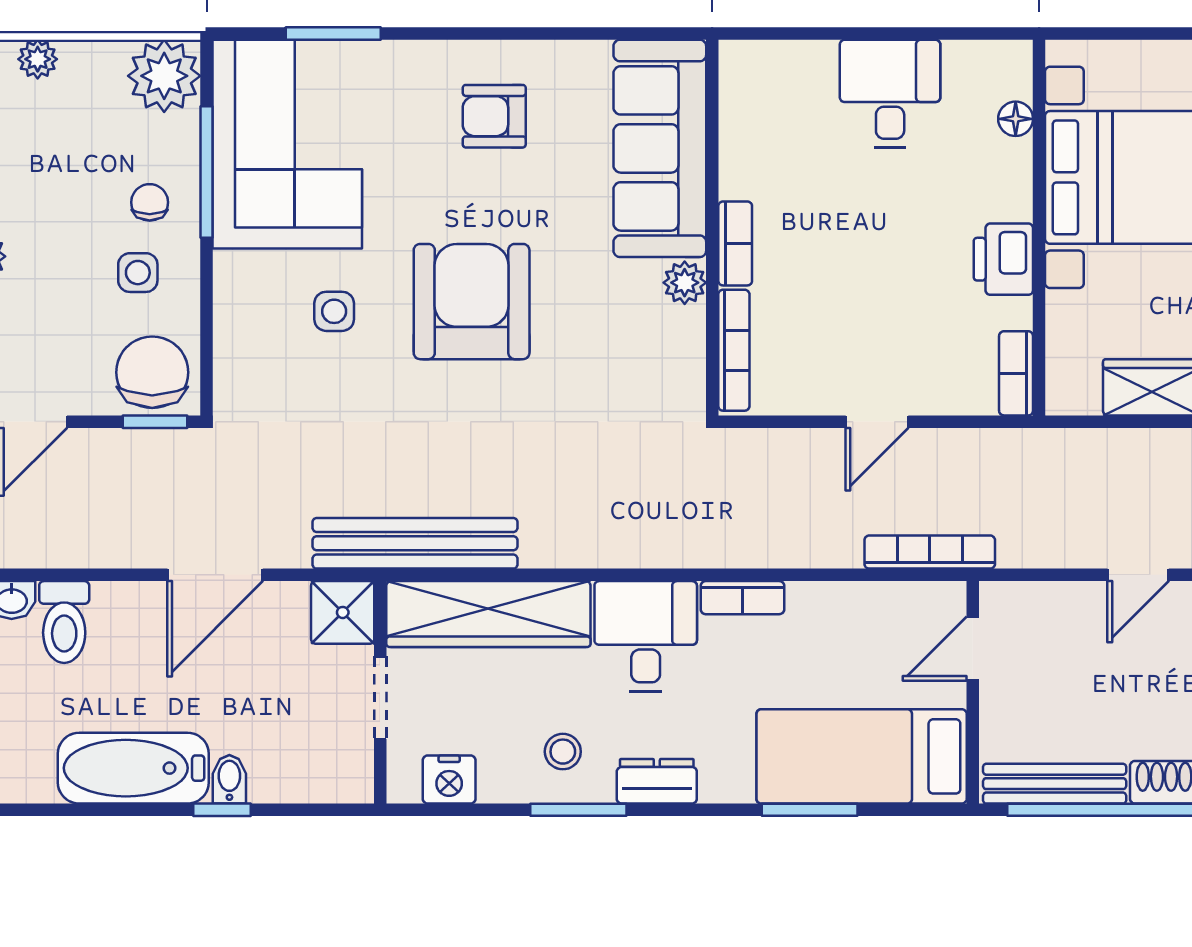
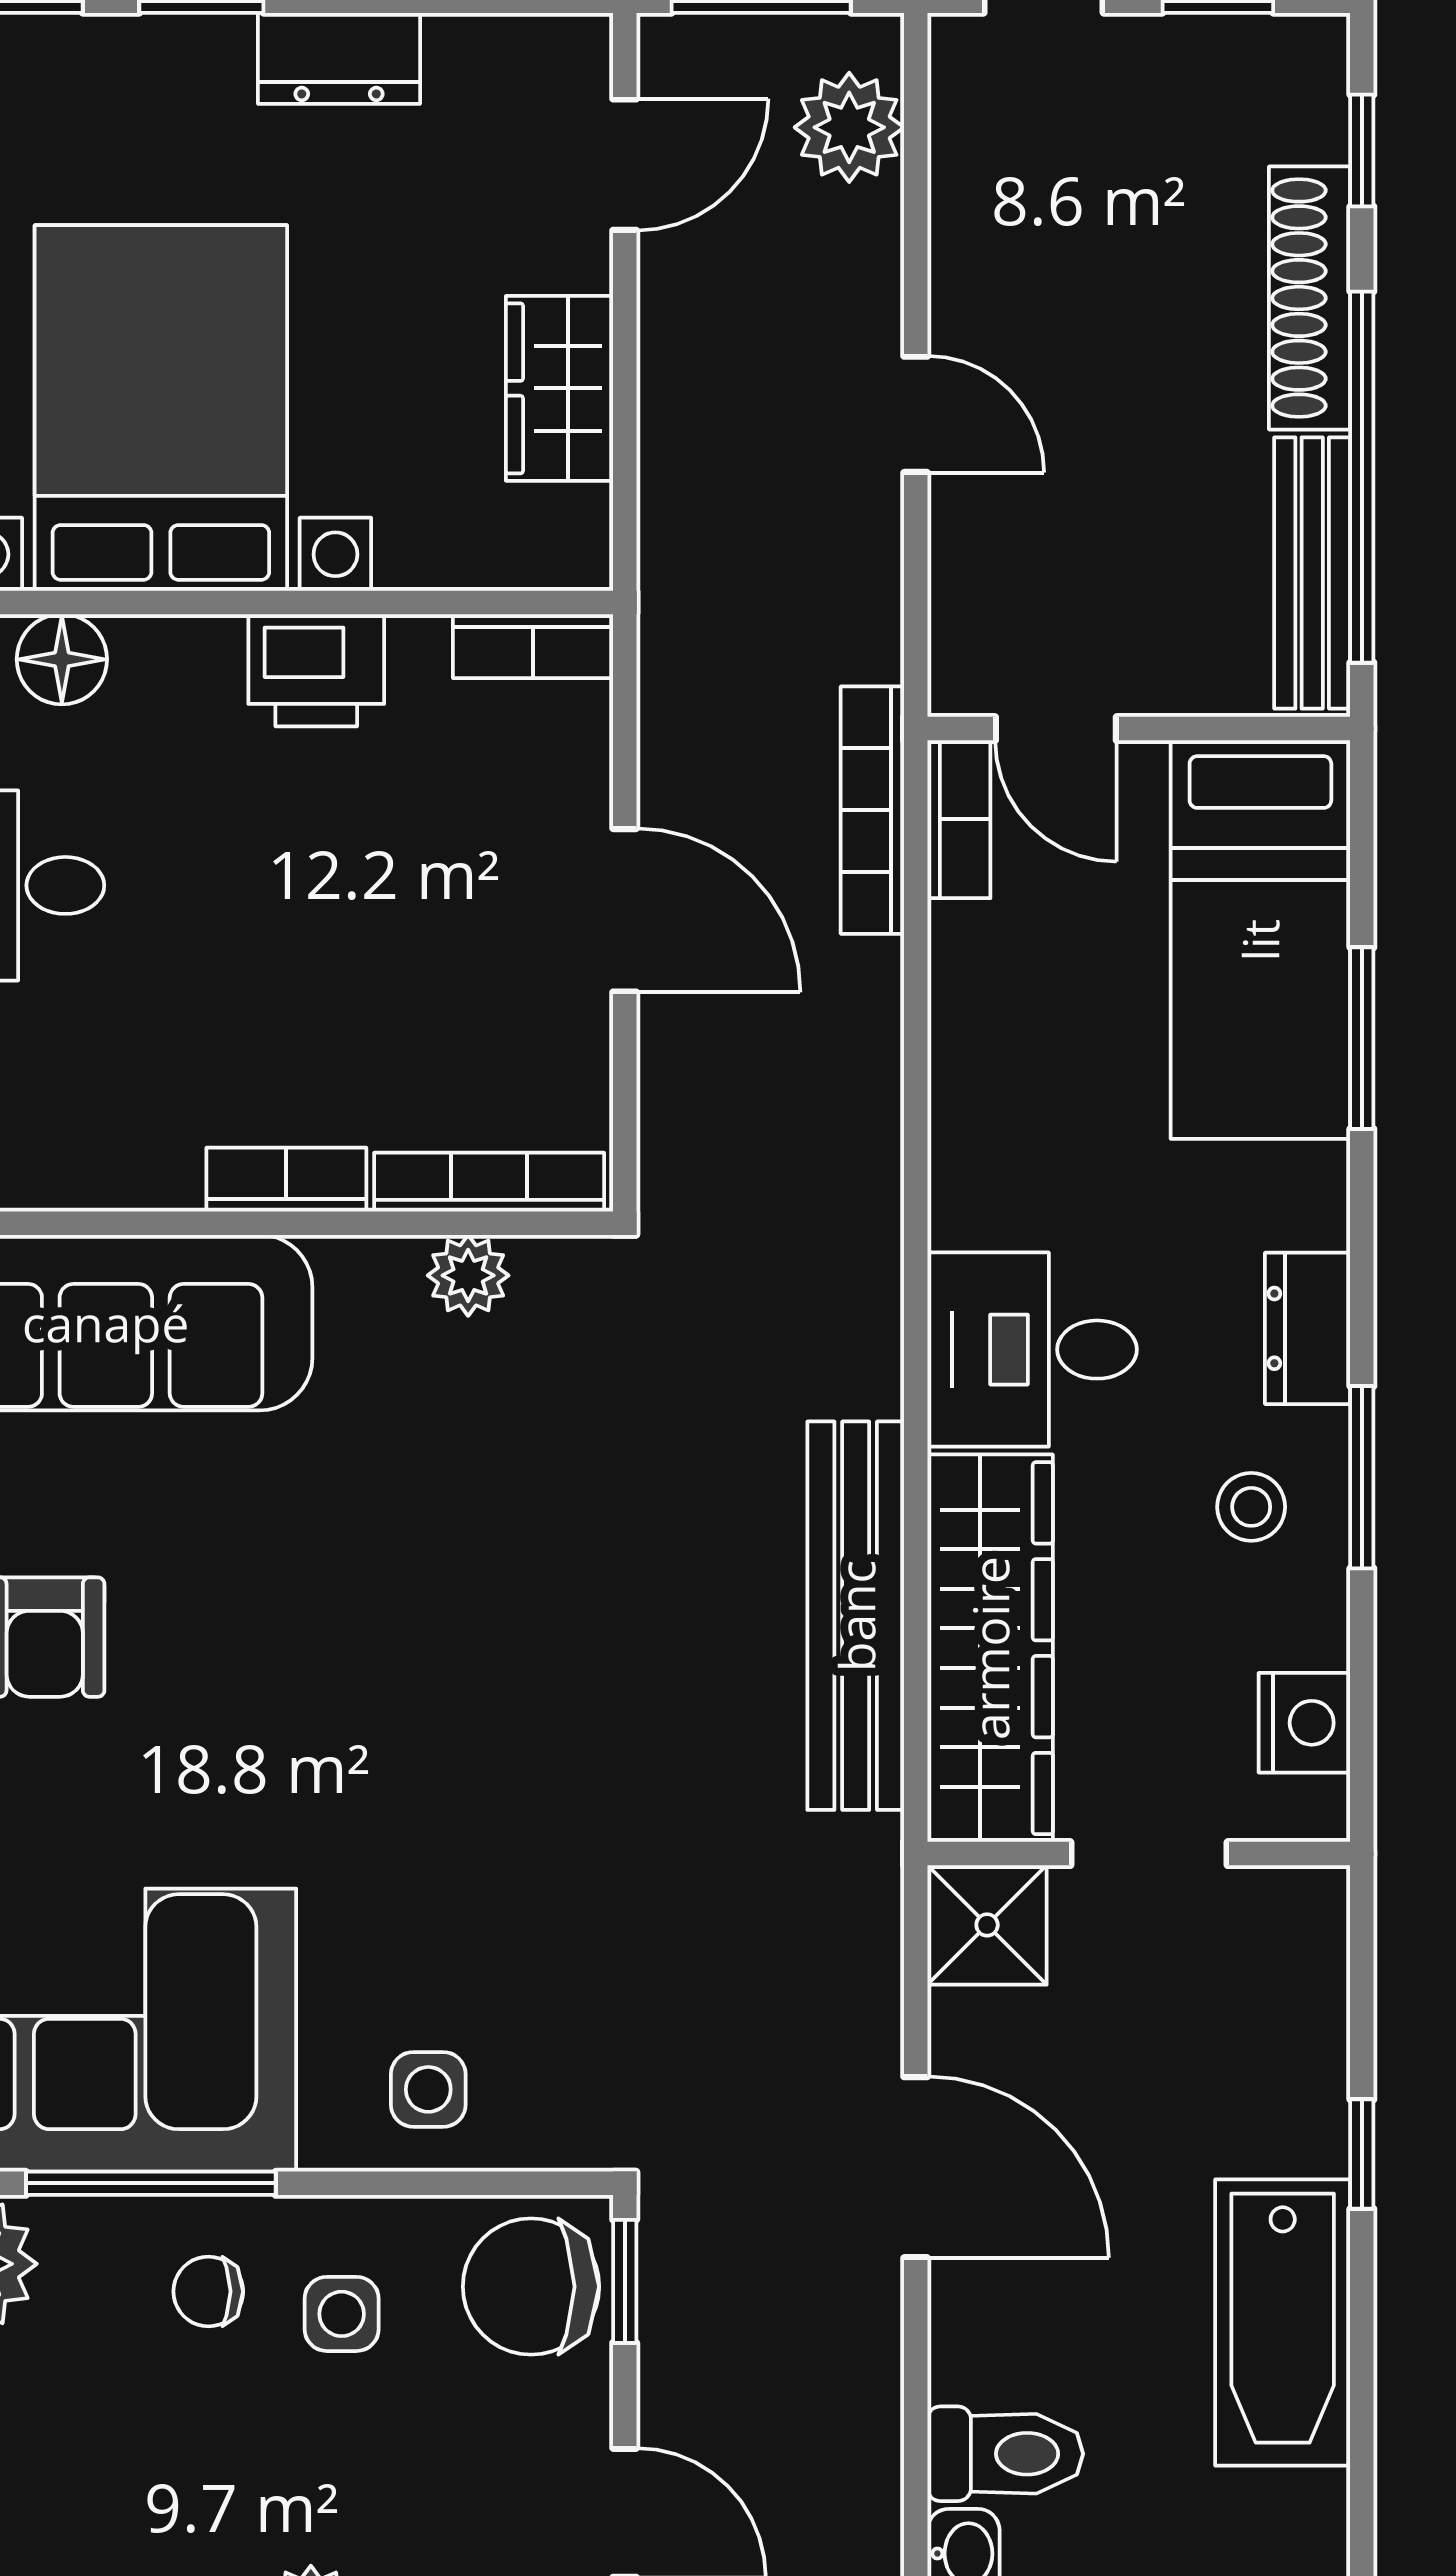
floor lamp: (1016, 119) -> (62, 659), width x1.37, depth x1.37
plant: (685, 283) -> (468, 1275), moved
armchair: (472, 302) -> (397, 1680), removed
side table: (334, 311) -> (428, 2089), moved
door: (877, 422) -> (625, 910), width x1.38
bench: (415, 543) -> (856, 1616), moved
bookcase: (742, 598) -> (959, 819), moved
bidet: (229, 779) -> (1304, 2140), removed

